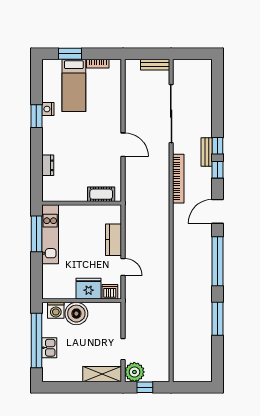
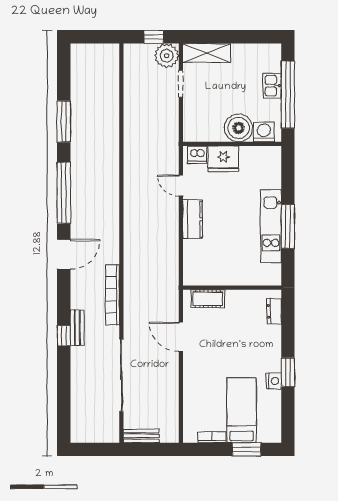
window: (218, 170) -> (64, 306), removed
cot: (101, 194) -> (208, 299), moved
wall: (82, 203) -> (232, 288), moved

